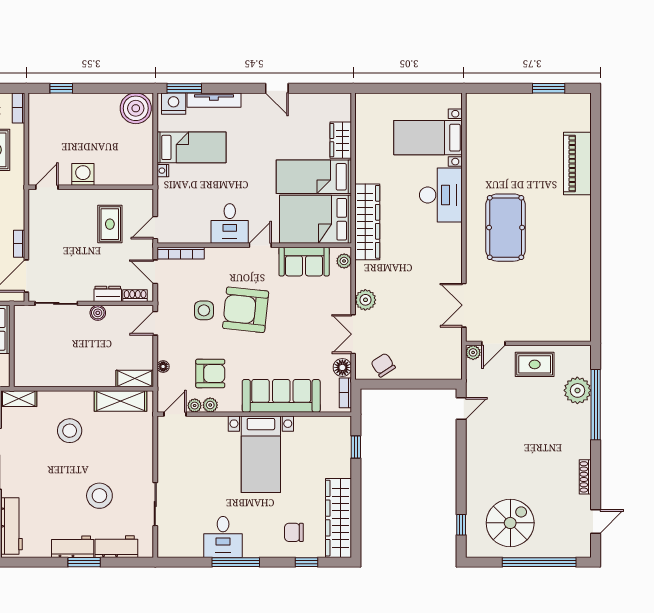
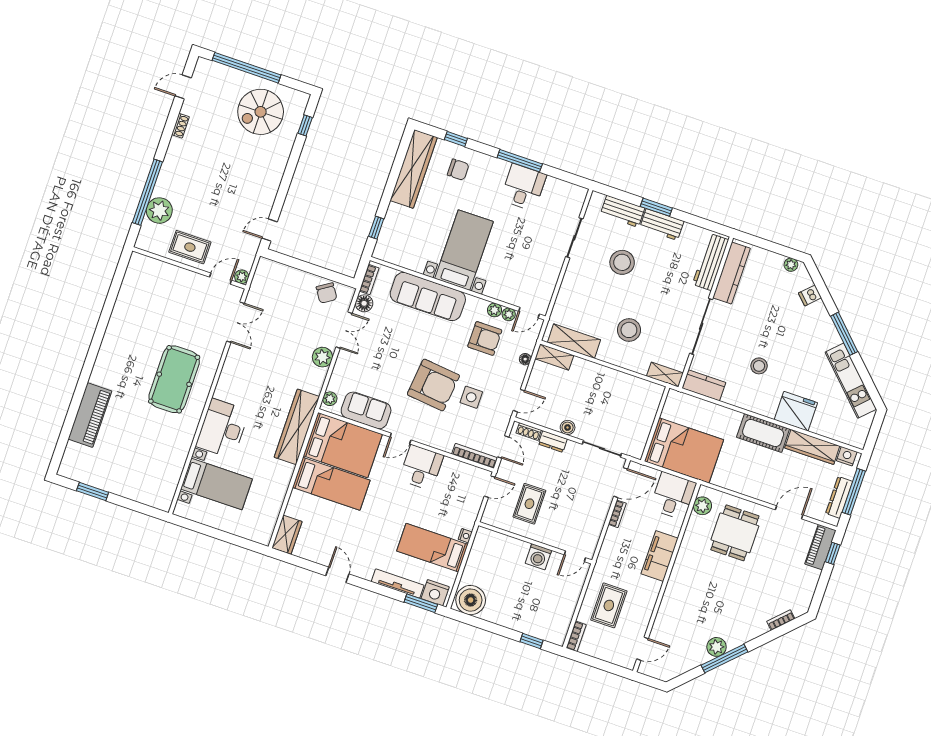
wardrobe: (341, 140) -> (287, 535), moved
armchair: (210, 373) -> (485, 338), turned 180
shoe rack: (585, 477) -> (180, 126), width x0.70

